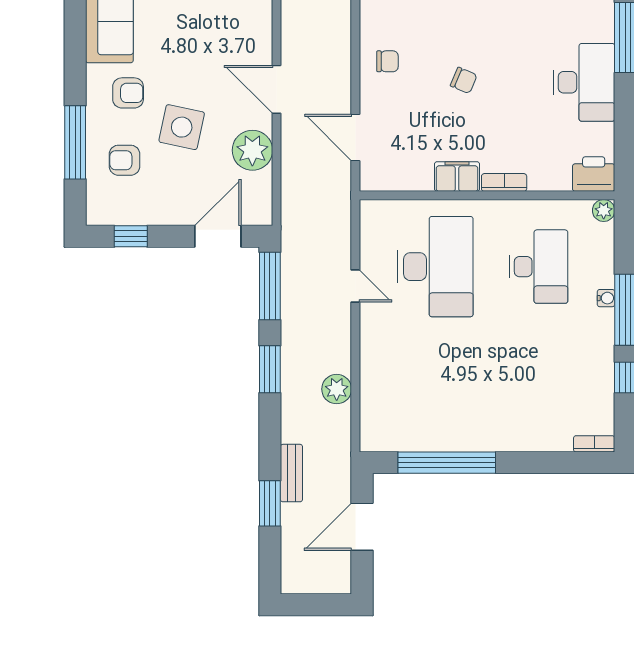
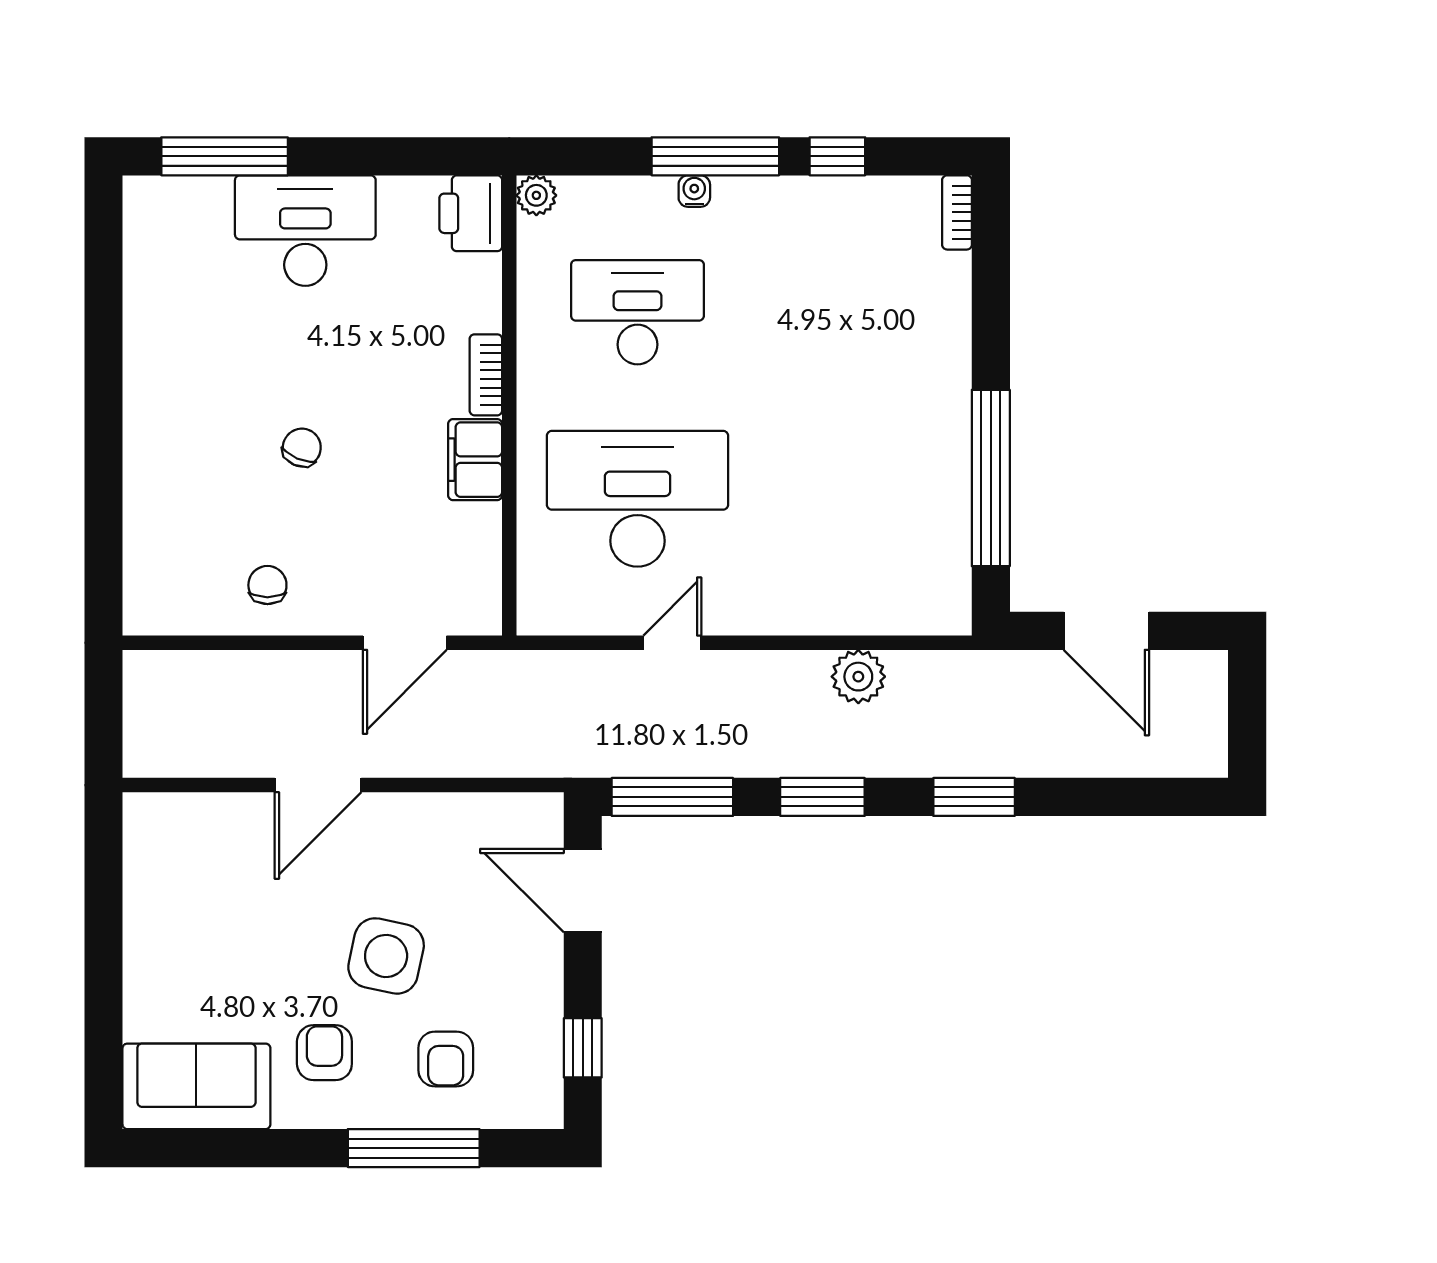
plant: (252, 150) -> (428, 828), removed
bench: (291, 473) -> (1010, 758), removed
window: (270, 503) -> (974, 797), moved

